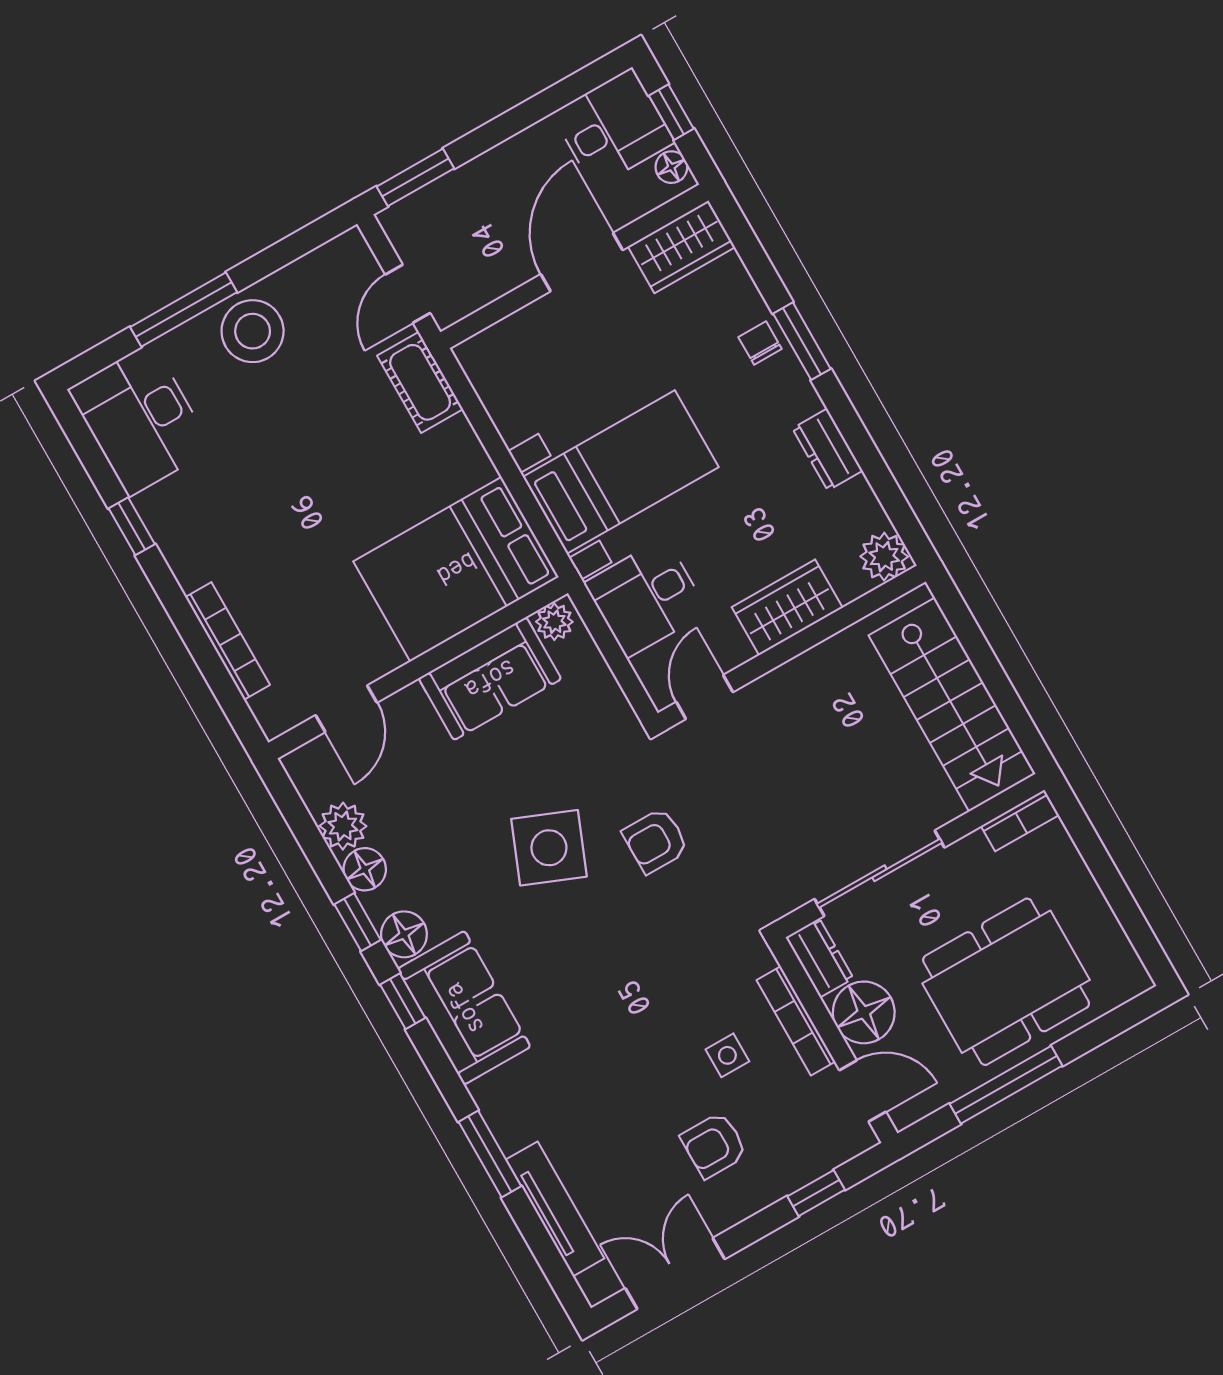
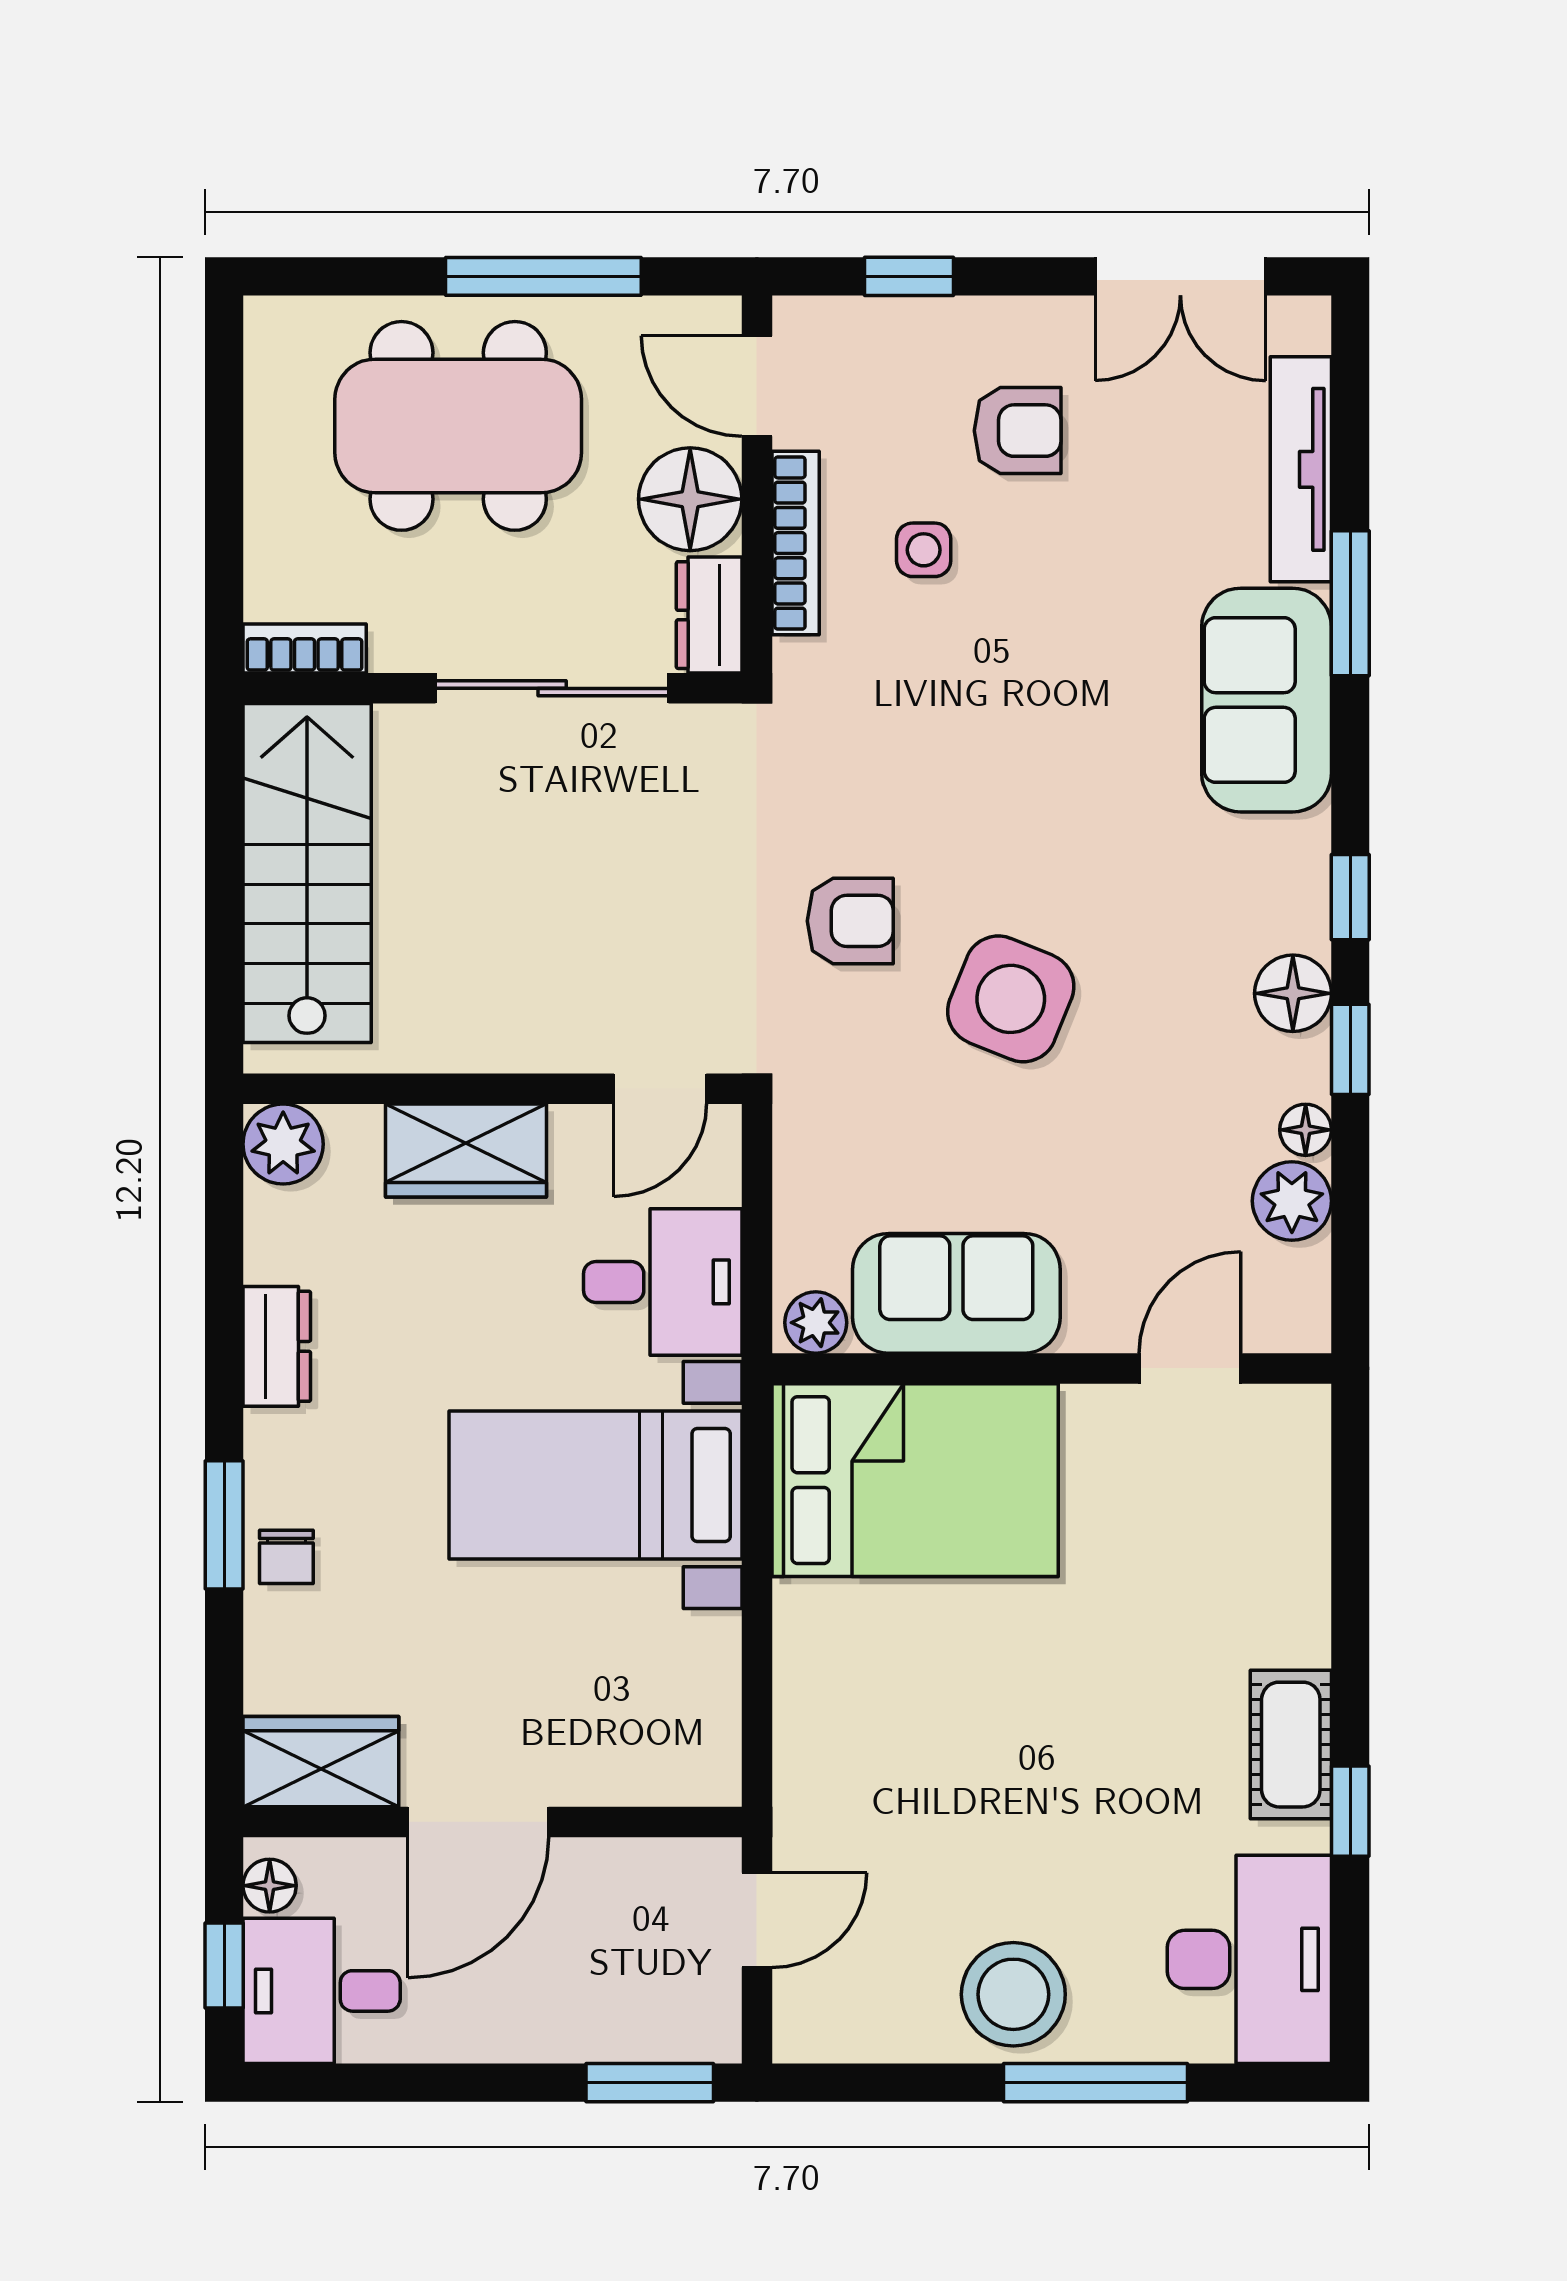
cot: (420, 382) -> (1291, 1745), moved
bookcase: (228, 641) -> (1306, 1565), removed
floor lamp: (365, 869) -> (1306, 1130), width x0.73, depth x0.73
sofa: (464, 1008) -> (1267, 700), moved

